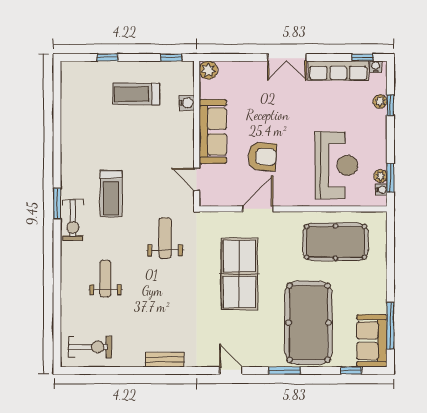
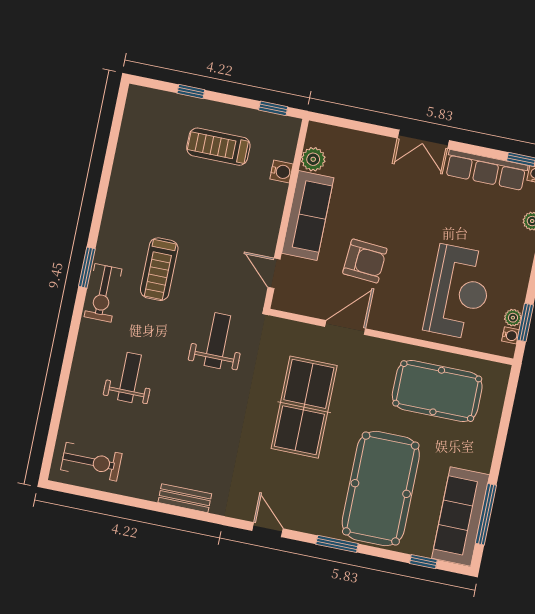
plant: (208, 70) -> (313, 159), moved
sofa: (372, 341) -> (461, 516), width x1.36

